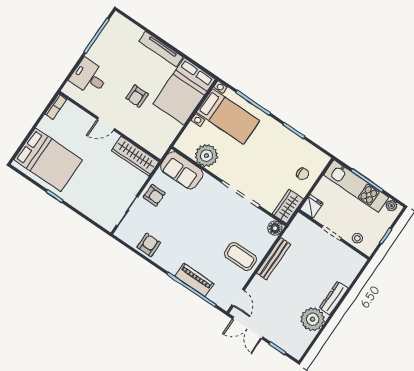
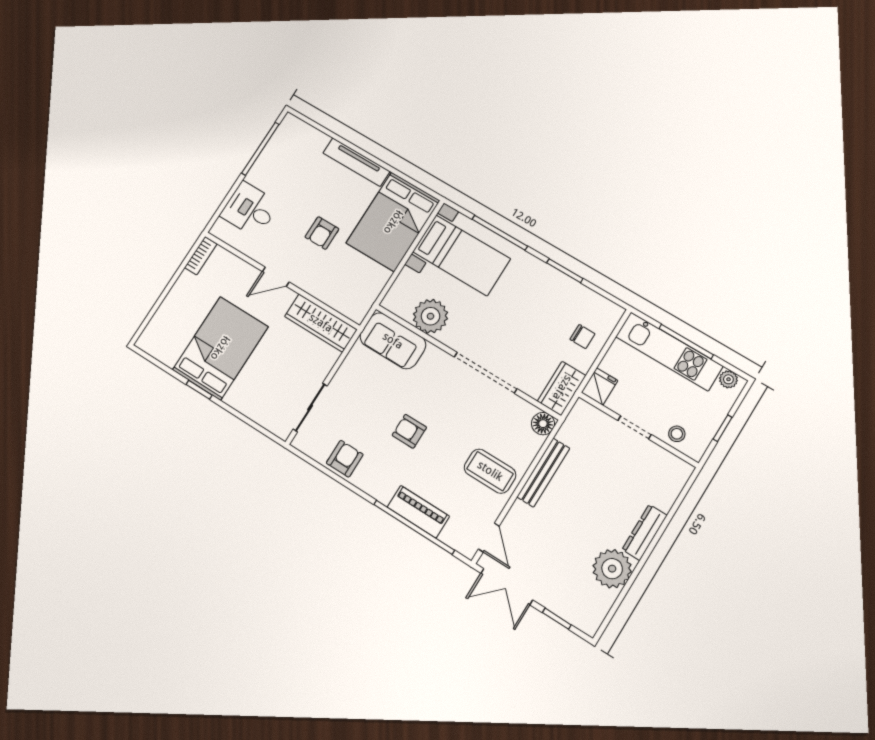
bed: (48, 160) -> (220, 348), moved, turned -90
armchair: (154, 195) -> (409, 431), moved, turned 180

